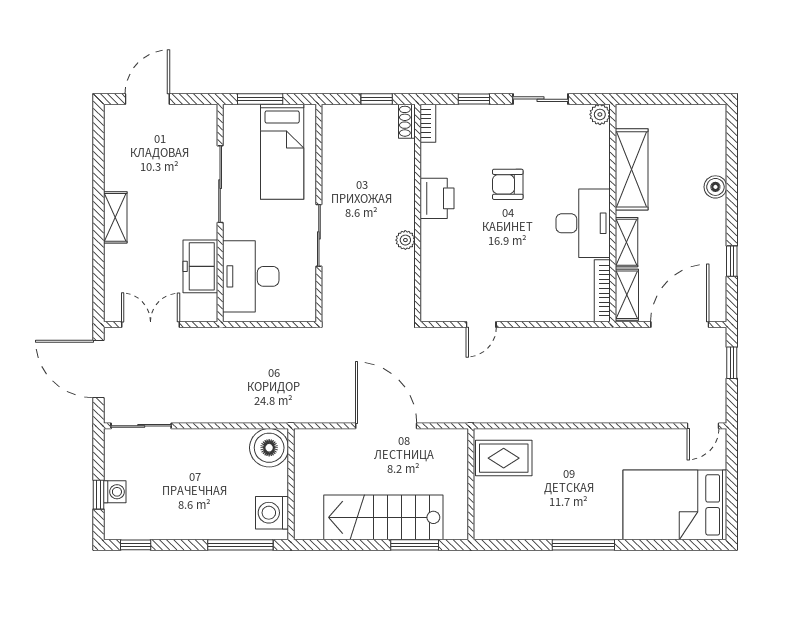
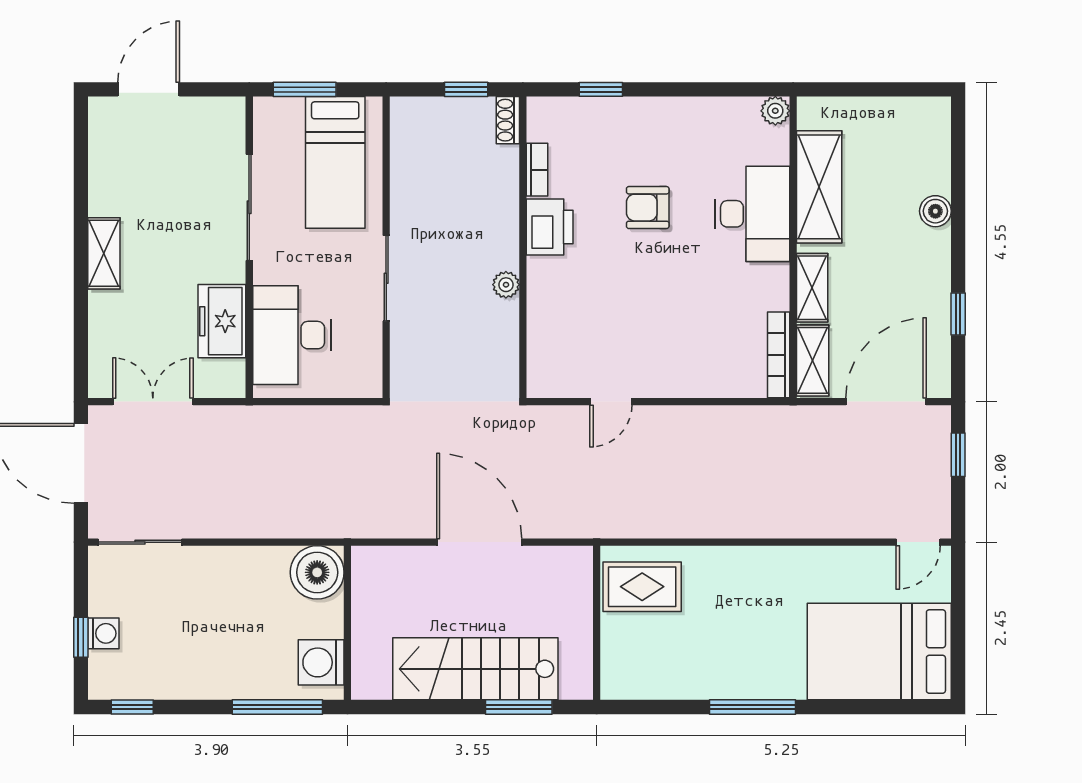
sliding door: (540, 99) -> (693, 89), removed
bookcase: (428, 123) -> (537, 170), moved
desk: (583, 223) -> (752, 214), moved

